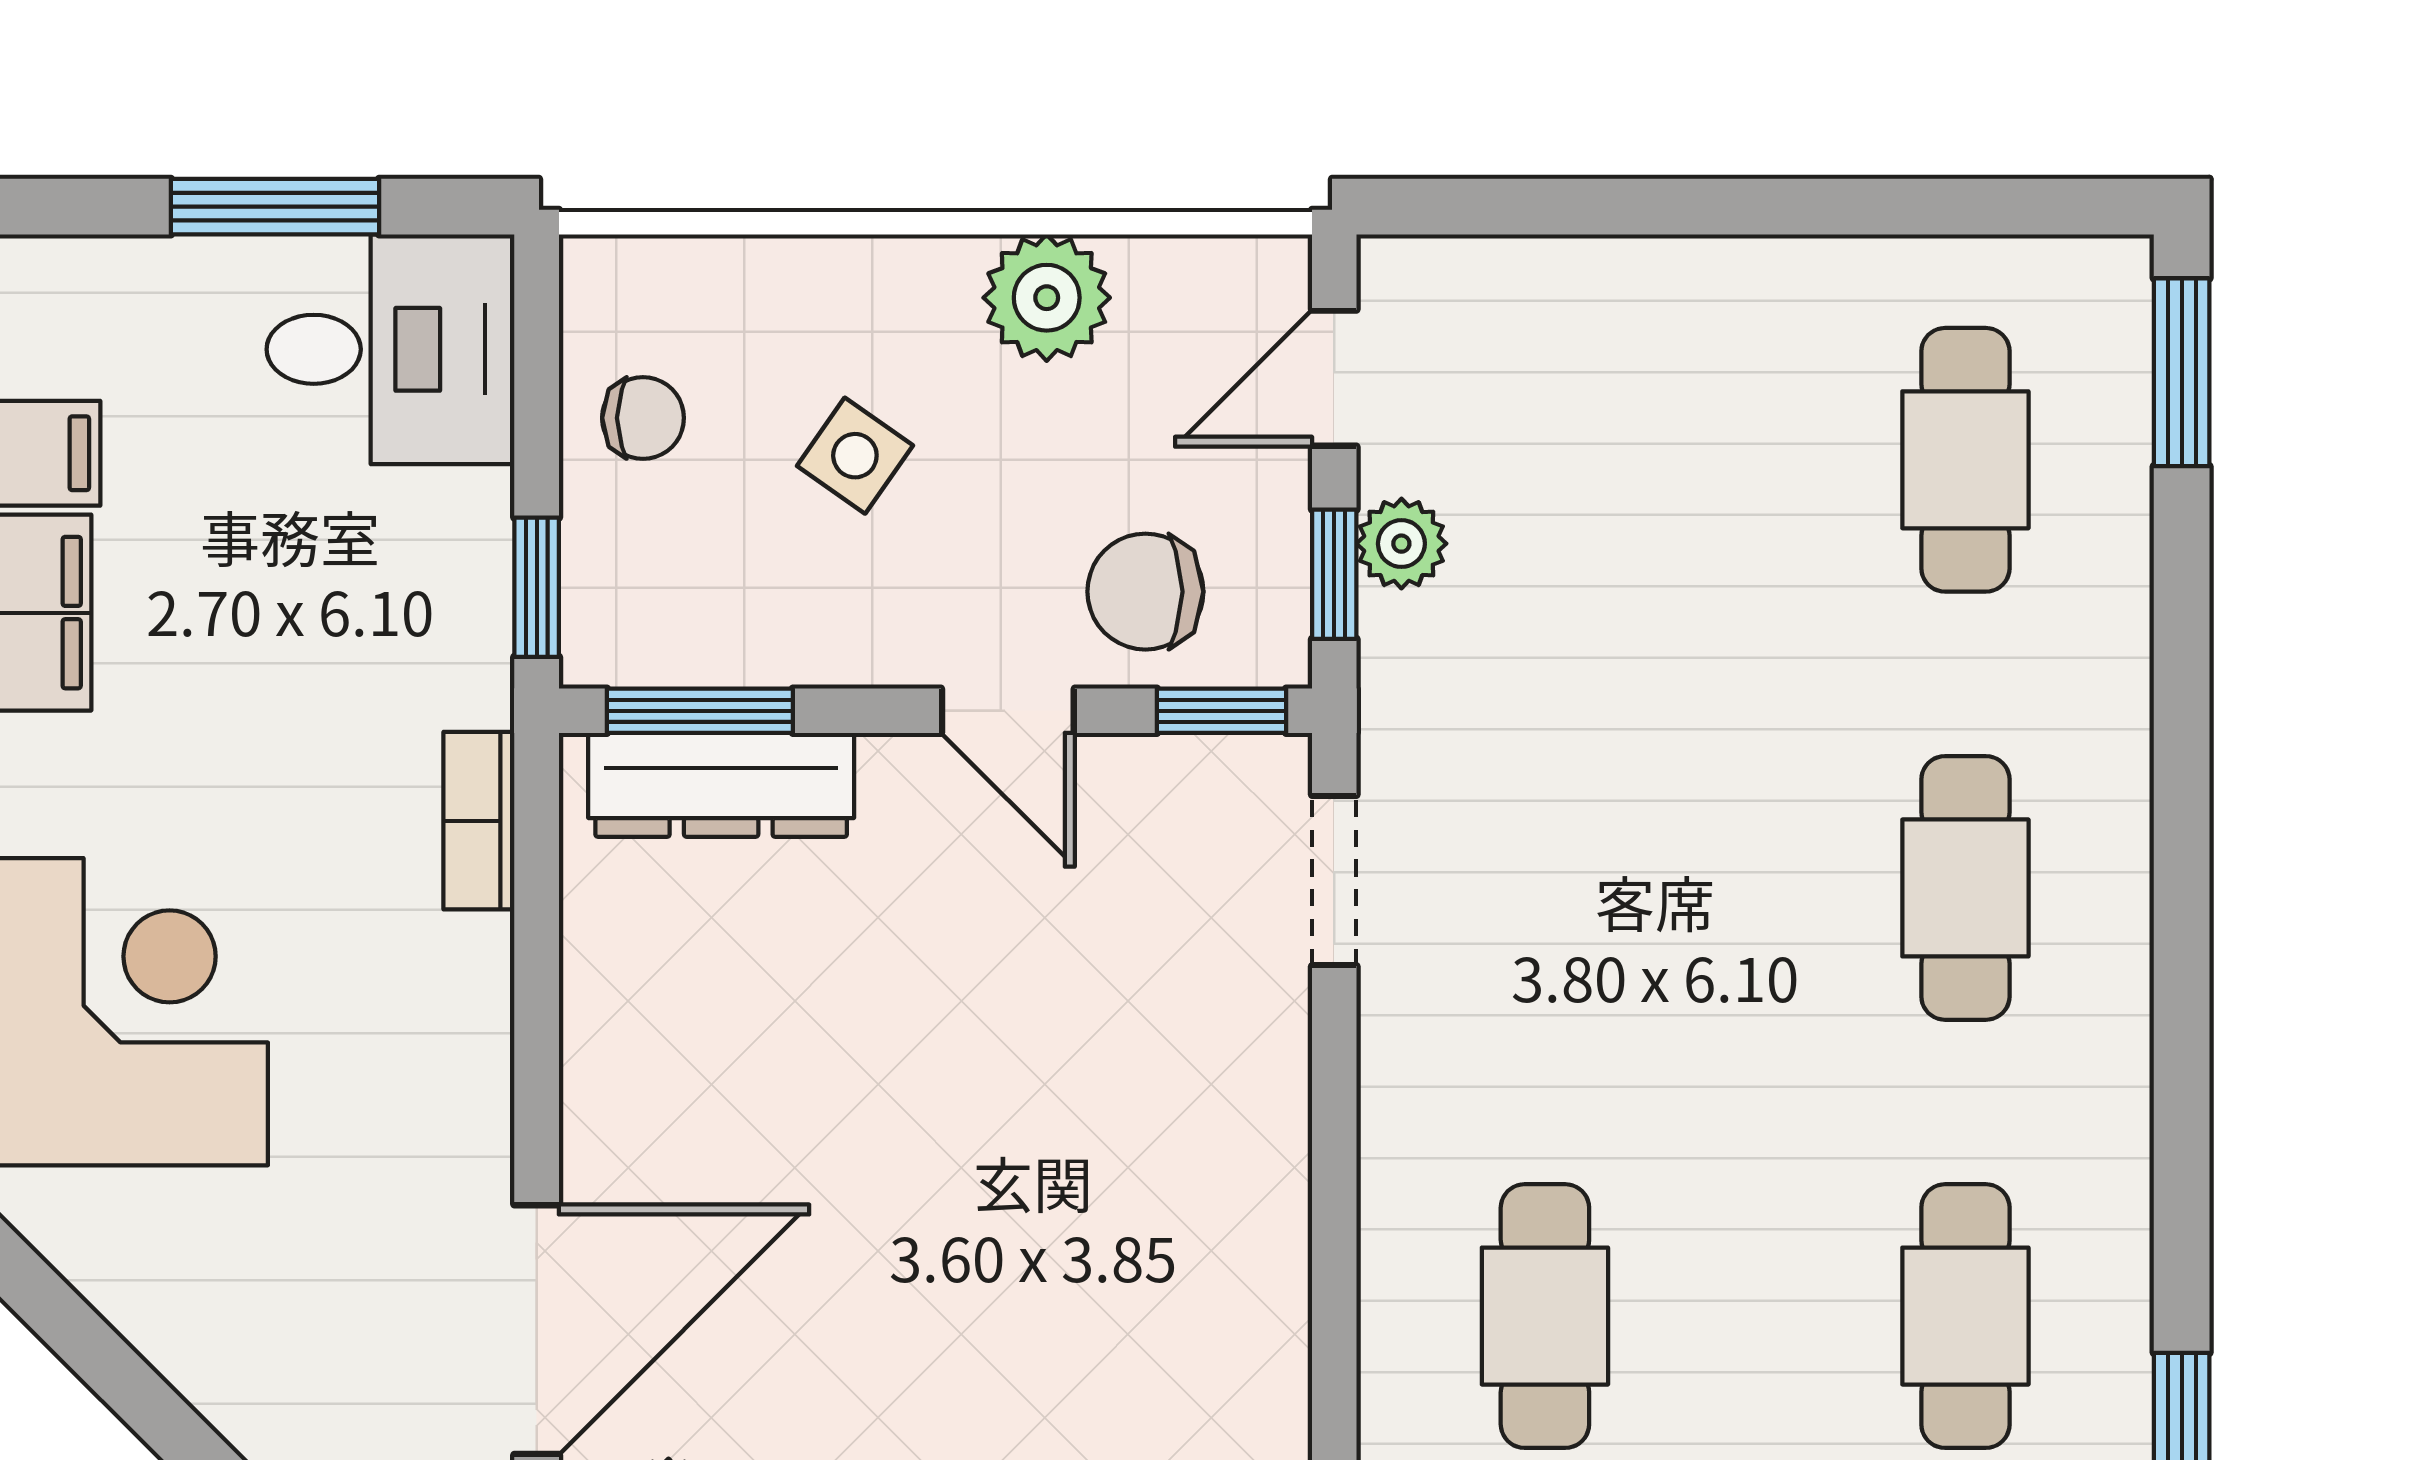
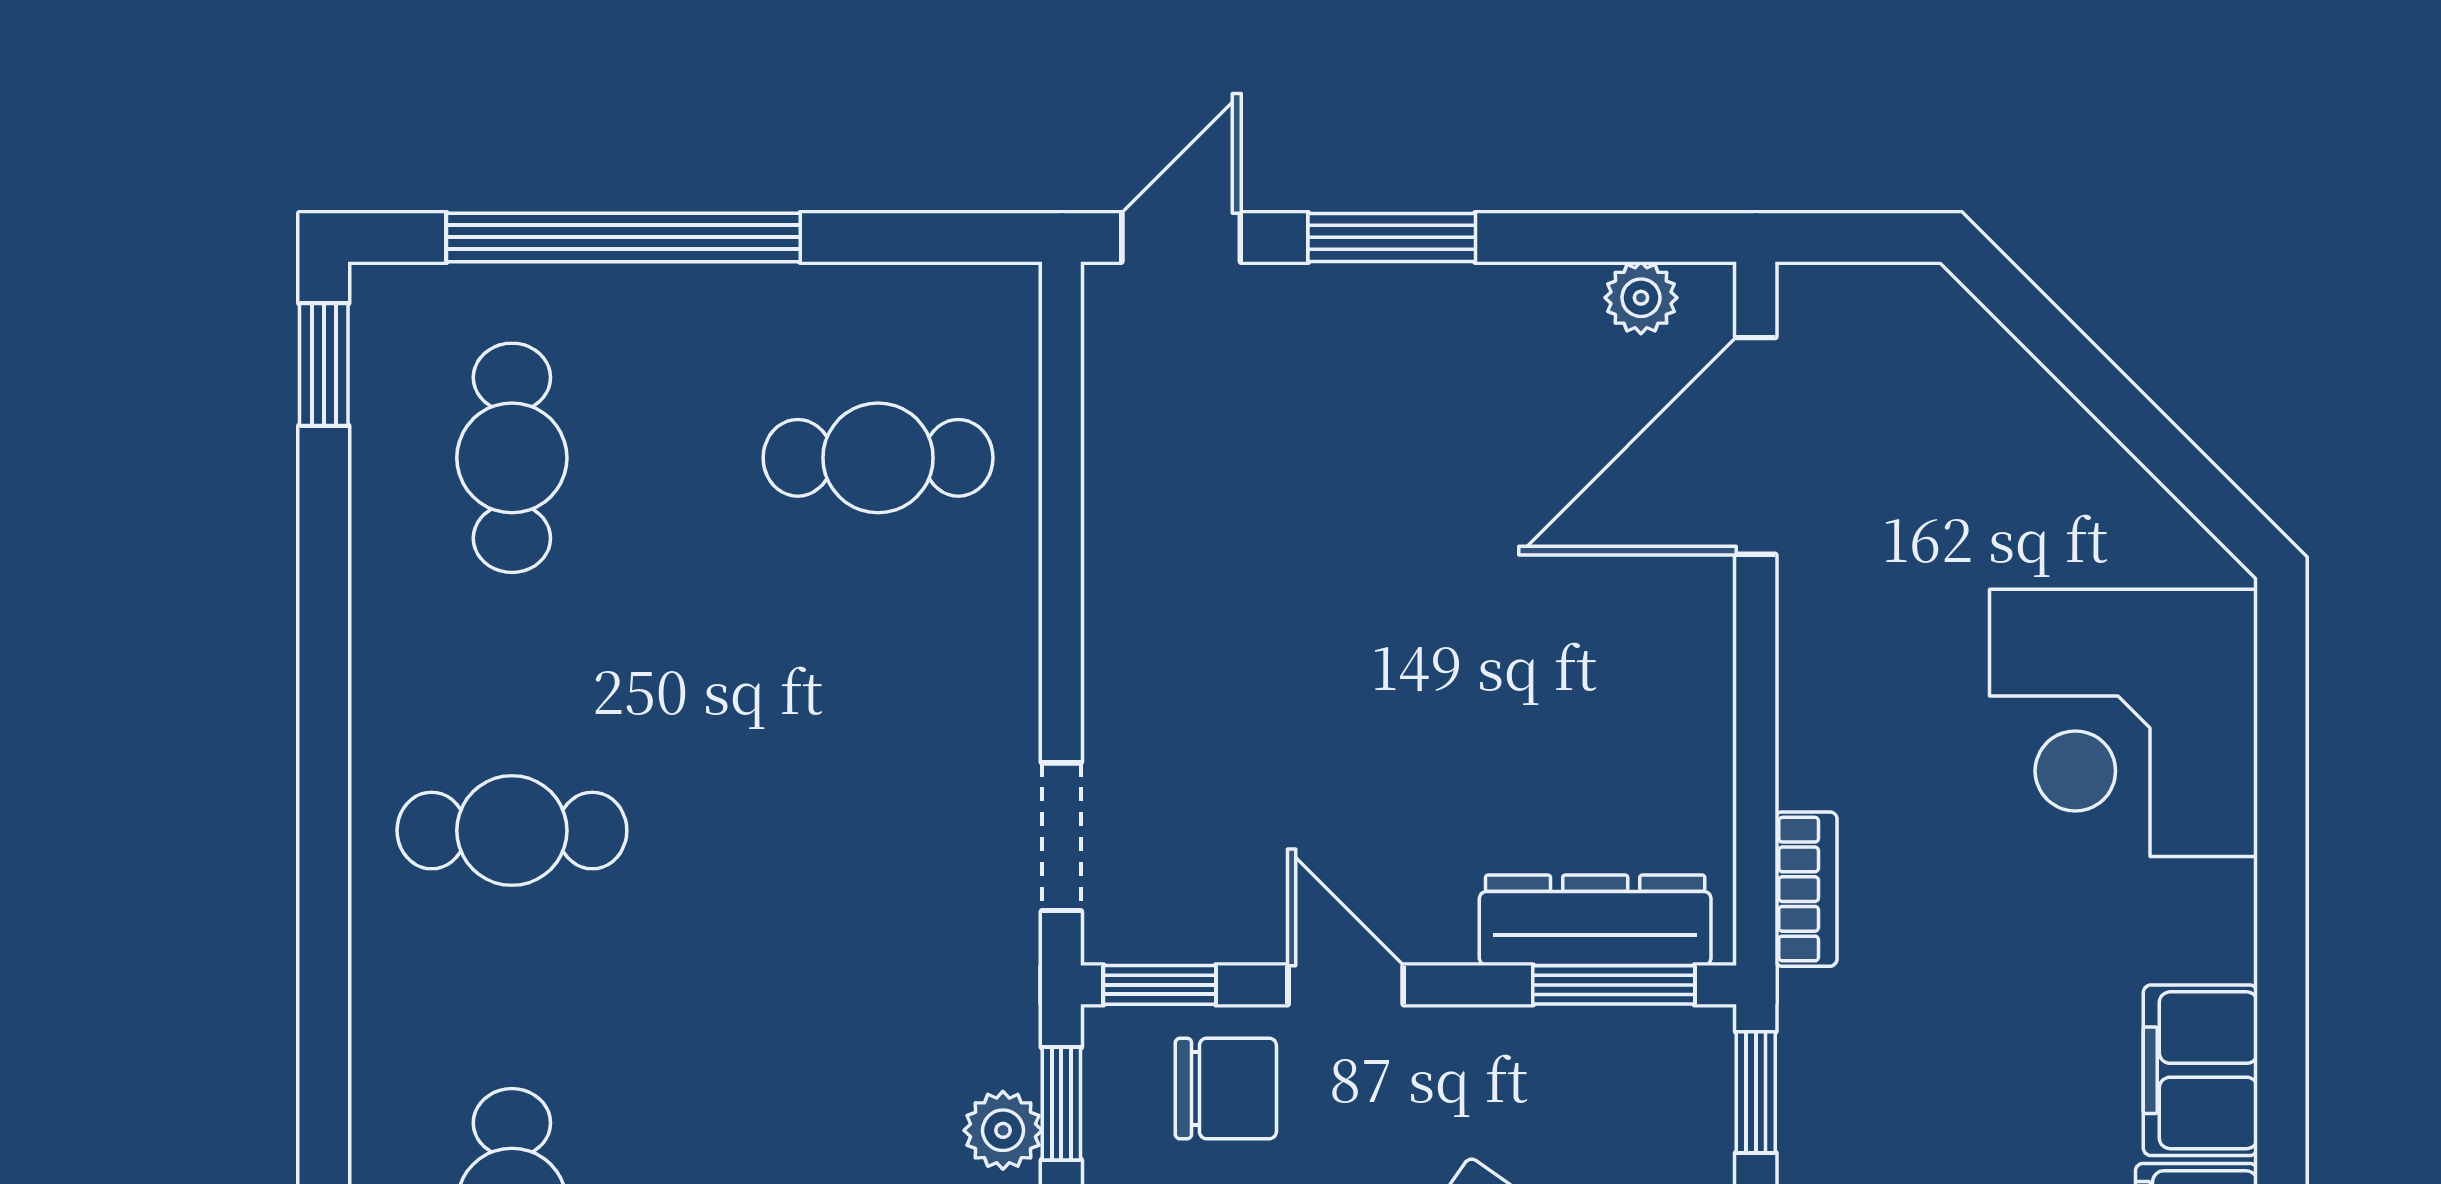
cafe table: (1965, 888) -> (512, 831), turned 90
cafe table: (1545, 1316) -> (878, 458), turned 90

